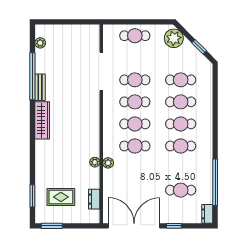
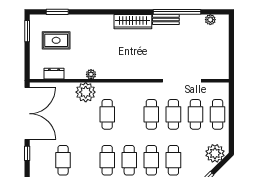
cafe table: (135, 124) -> (195, 114), moved
plant: (108, 163) -> (86, 92), width x1.87, depth x1.87
rug: (61, 197) -> (56, 40), turned 90

